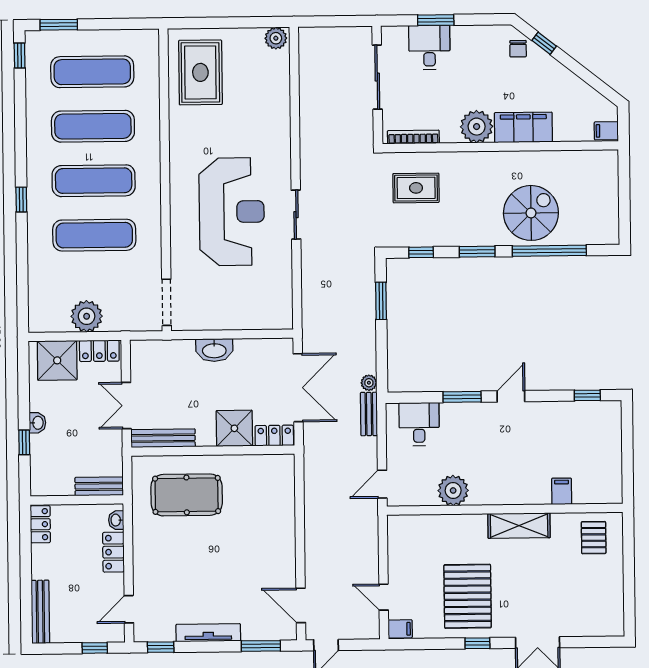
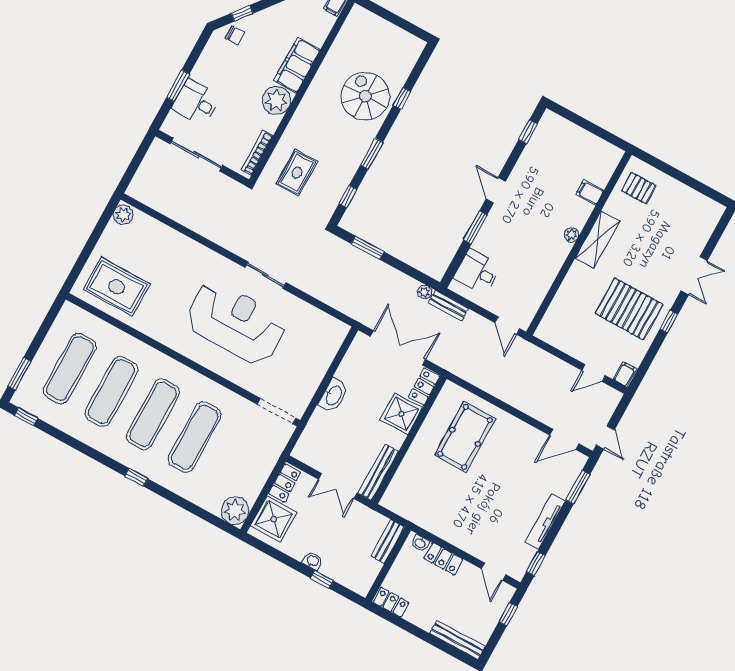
window: (549, 251) -> (402, 98), width x0.32
plant: (87, 316) -> (235, 511), moved
plant: (453, 490) -> (571, 235), moved, width x0.53, depth x0.53
pool table: (187, 495) -> (465, 437), moved

